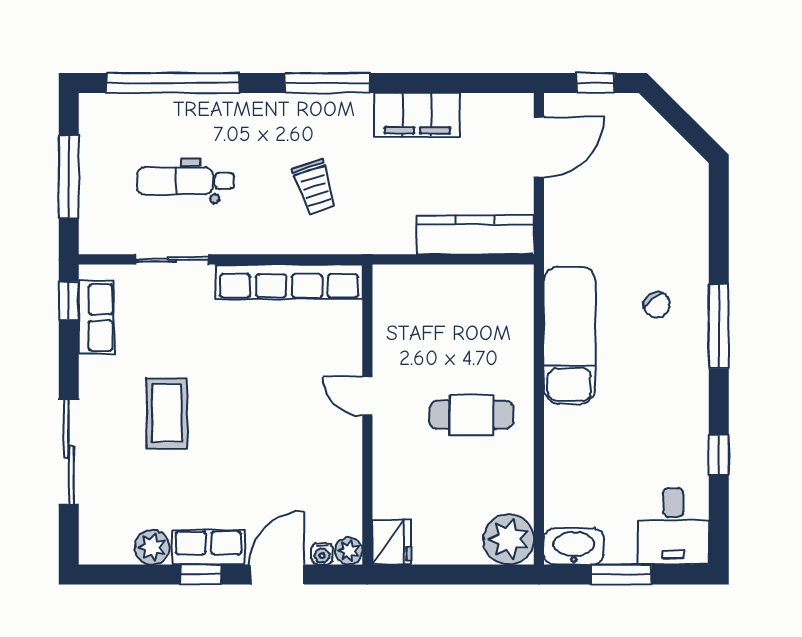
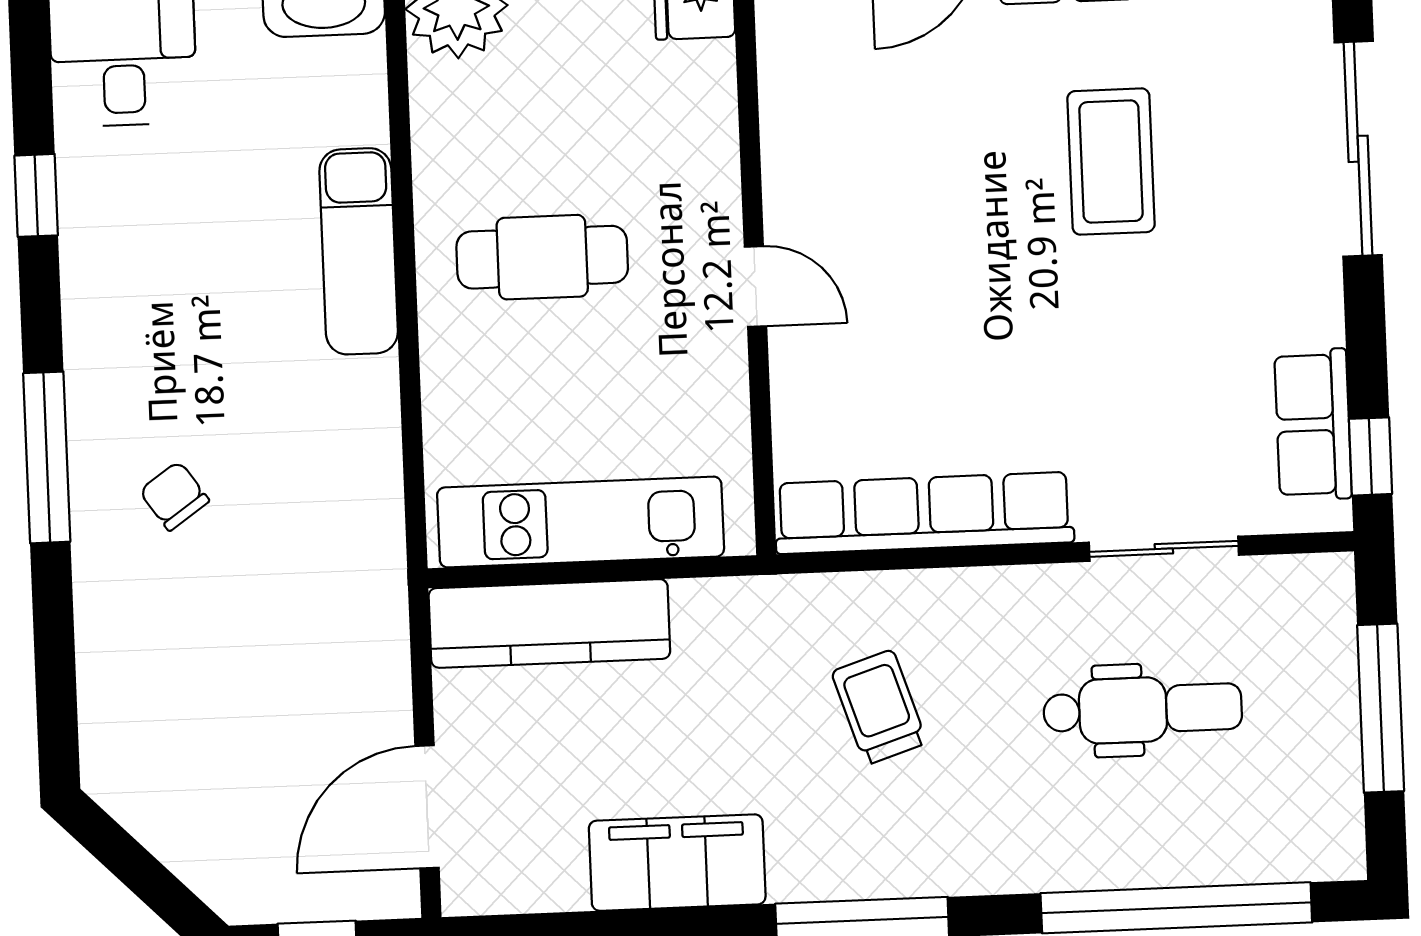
kitchen unit: (458, 284) -> (581, 522), added
exam couch: (570, 335) -> (359, 251), moved, width x0.73, depth x0.69
coffee table: (167, 413) -> (1111, 162), moved

